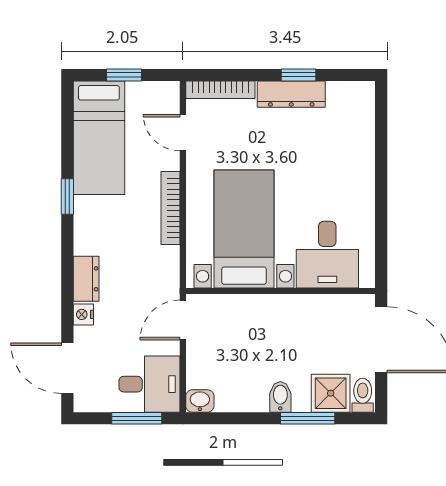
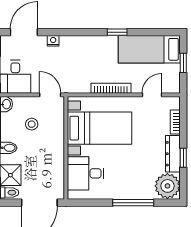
bookcase: (220, 90) -> (175, 122), width x0.64
plant: (351, 104) -> (167, 186), added
window: (381, 167) -> (133, 203), added
dresser: (86, 279) -> (73, 42), removed
stool: (237, 354) -> (32, 124), added

